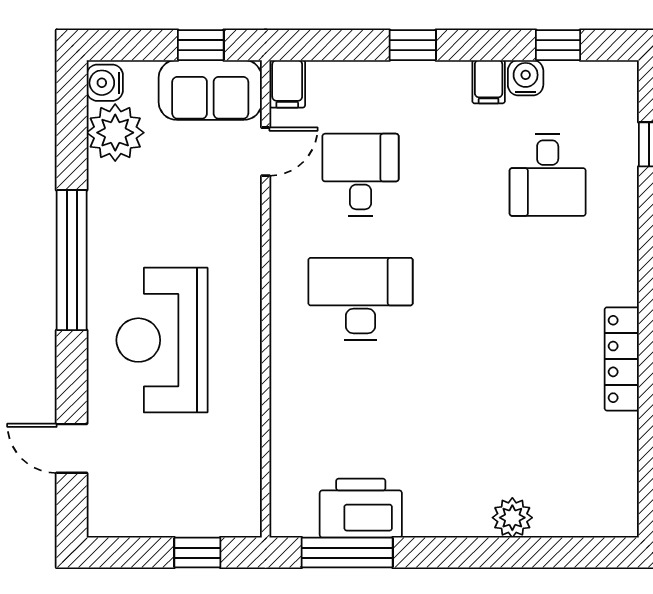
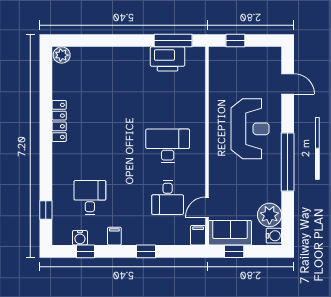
water cooler: (526, 78) -> (80, 238), moved
desk: (360, 299) -> (168, 146), turned 180
plant: (512, 518) -> (62, 55), moved

